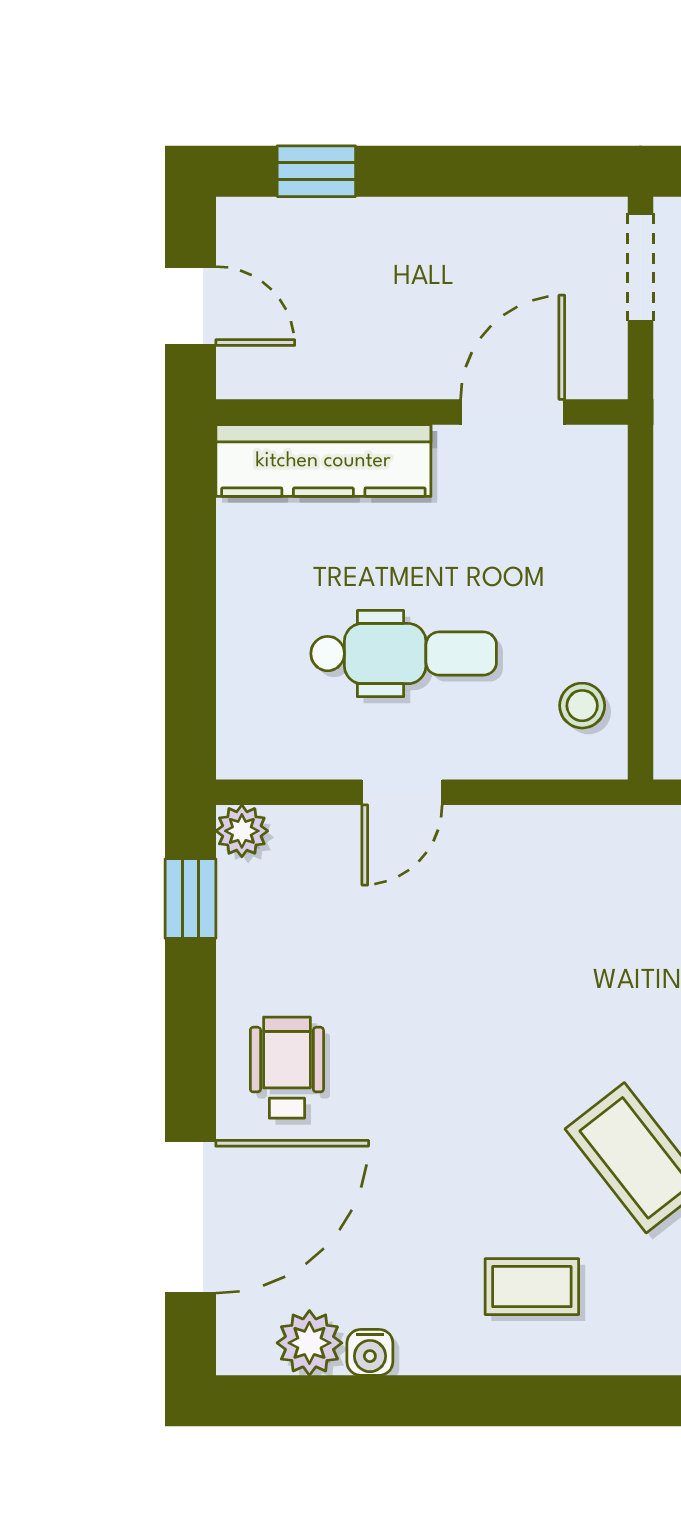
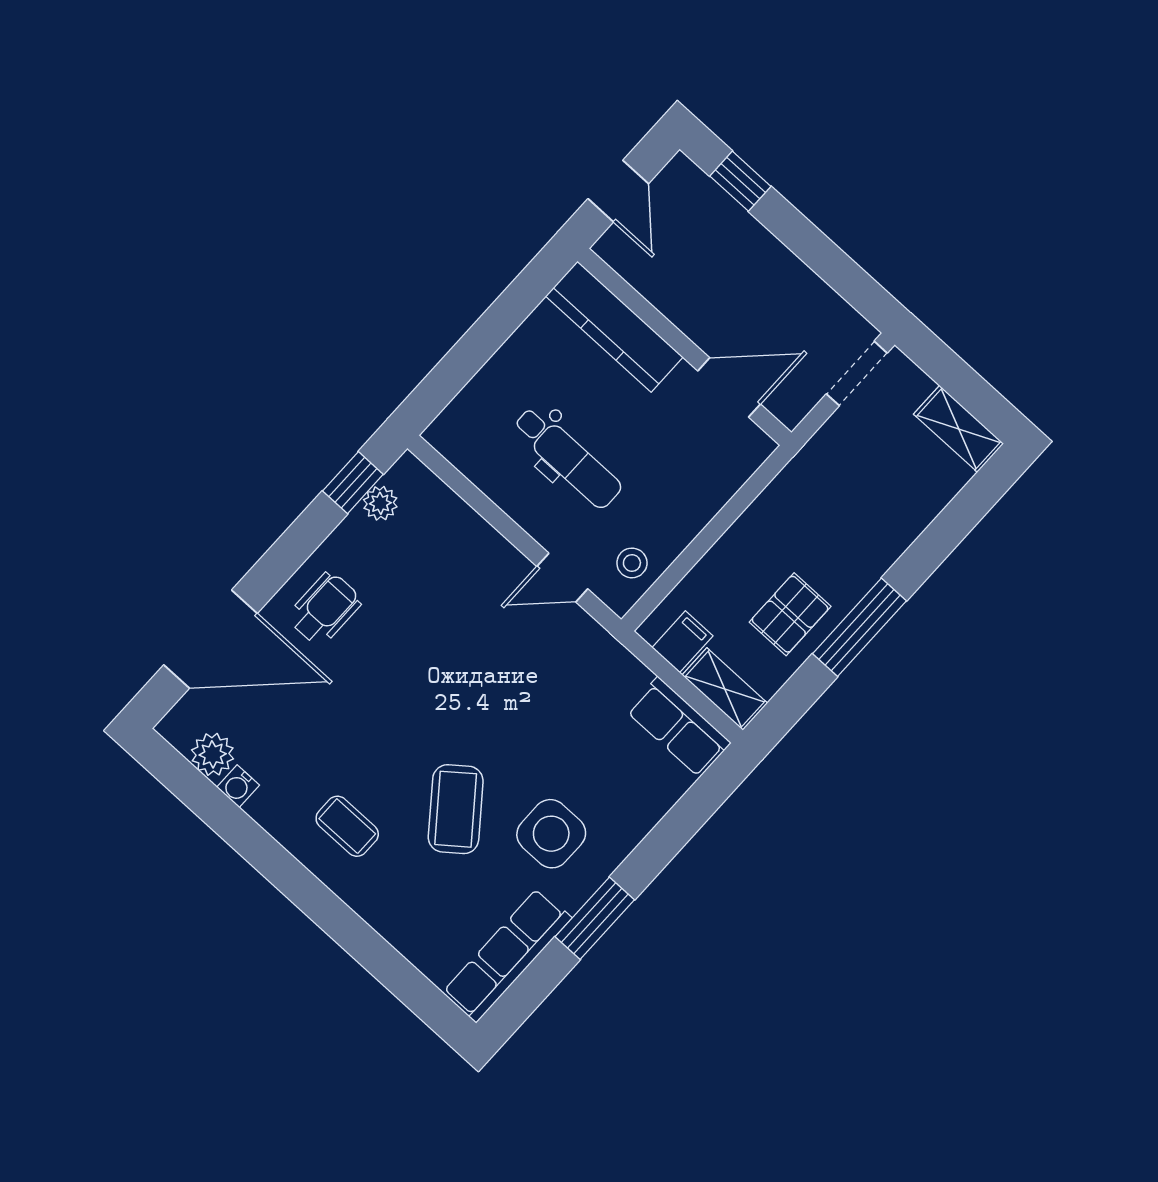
door: (402, 792) -> (562, 578), moved
plant: (242, 831) -> (380, 503), moved

